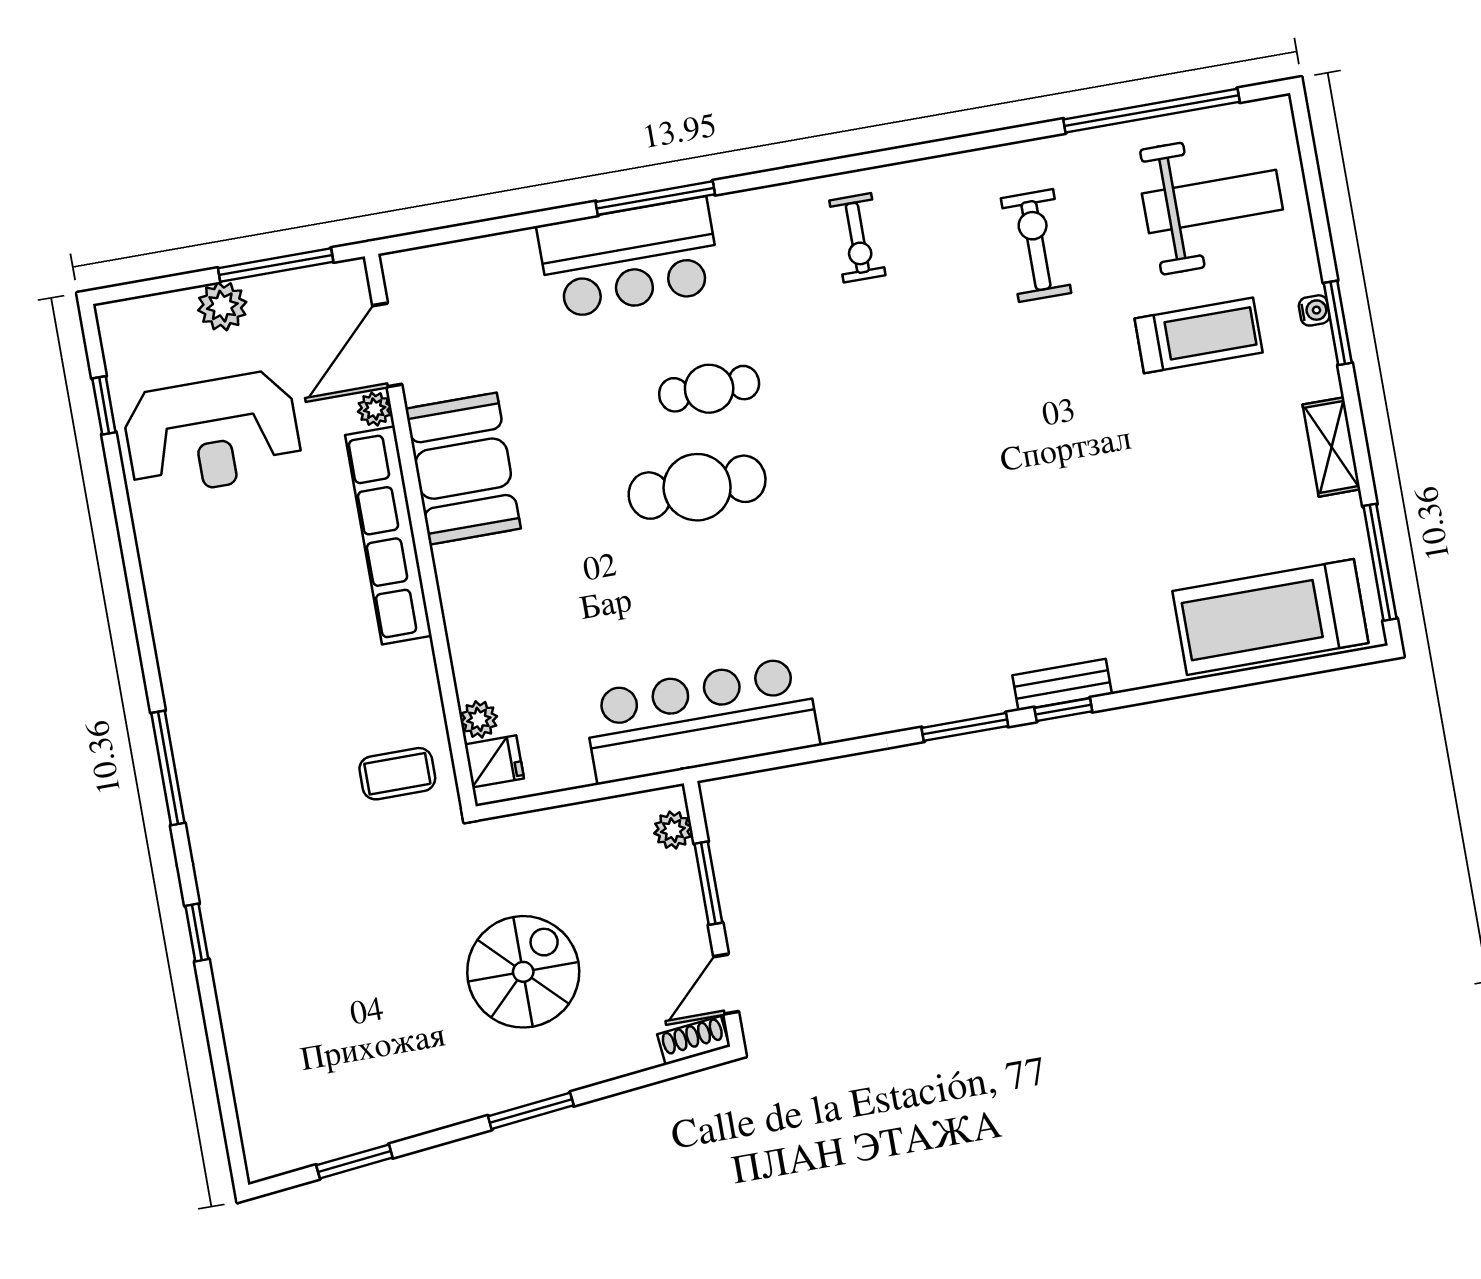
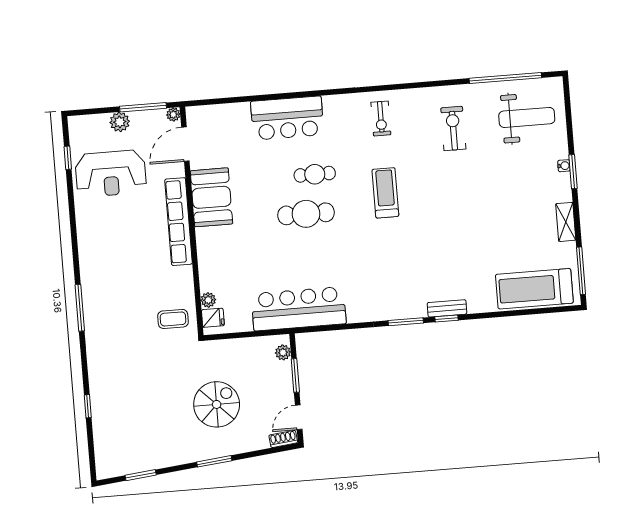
window: (655, 198) -> (300, 95), removed
treadmill: (1199, 335) -> (385, 193), moved, turned -90
plant: (375, 409) -> (173, 114), moved
window: (197, 933) -> (88, 406), moved

